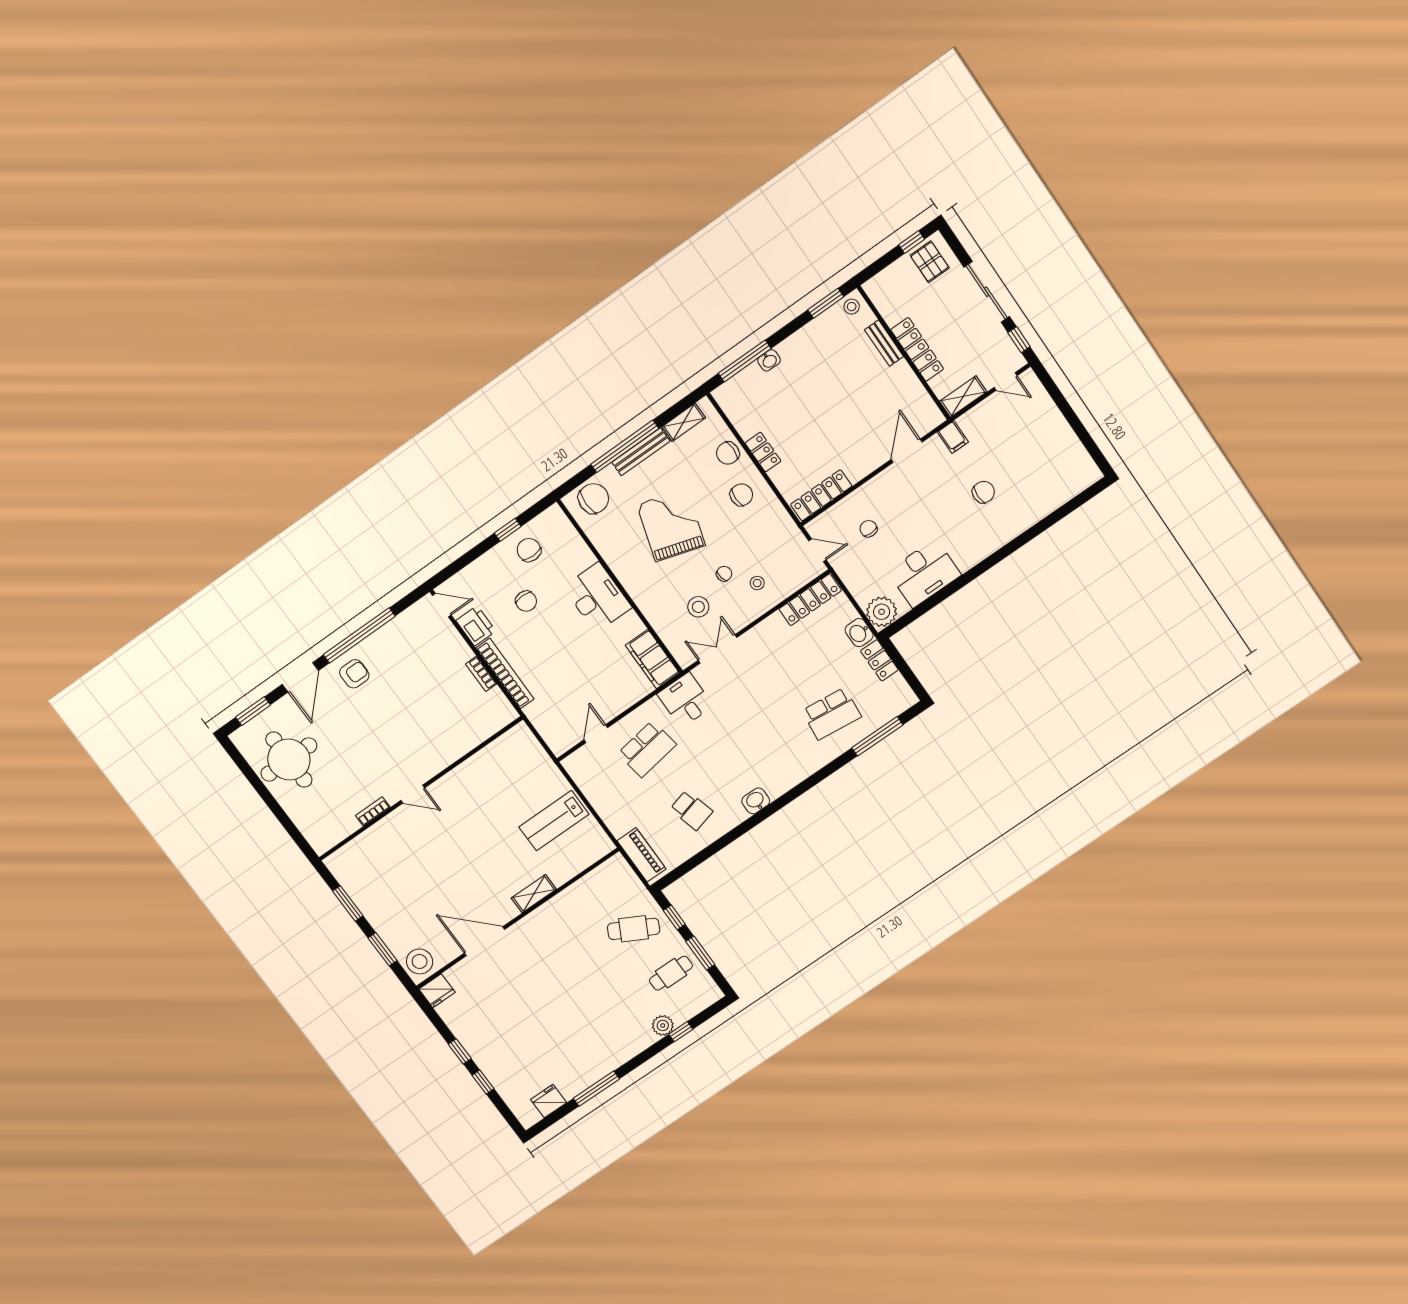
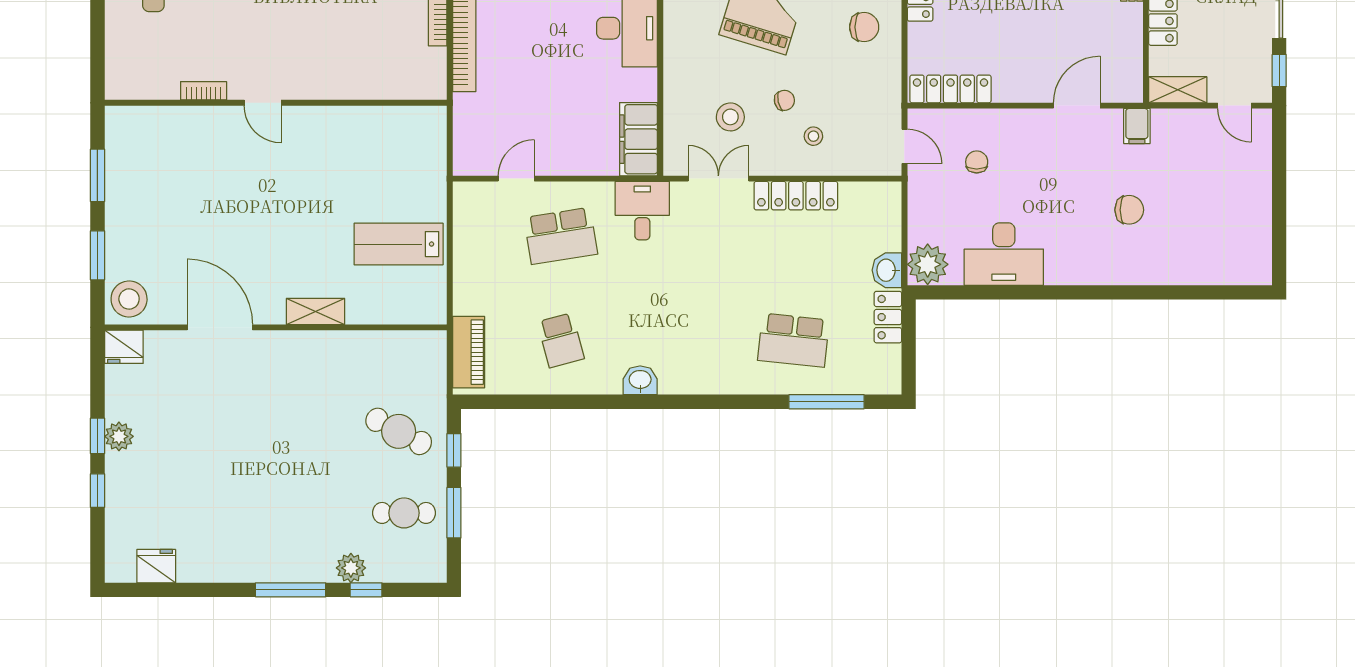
locker: (810, 600) -> (796, 196), moved
plant: (472, 1043) -> (119, 436), added
window: (596, 1089) -> (291, 590), moved

